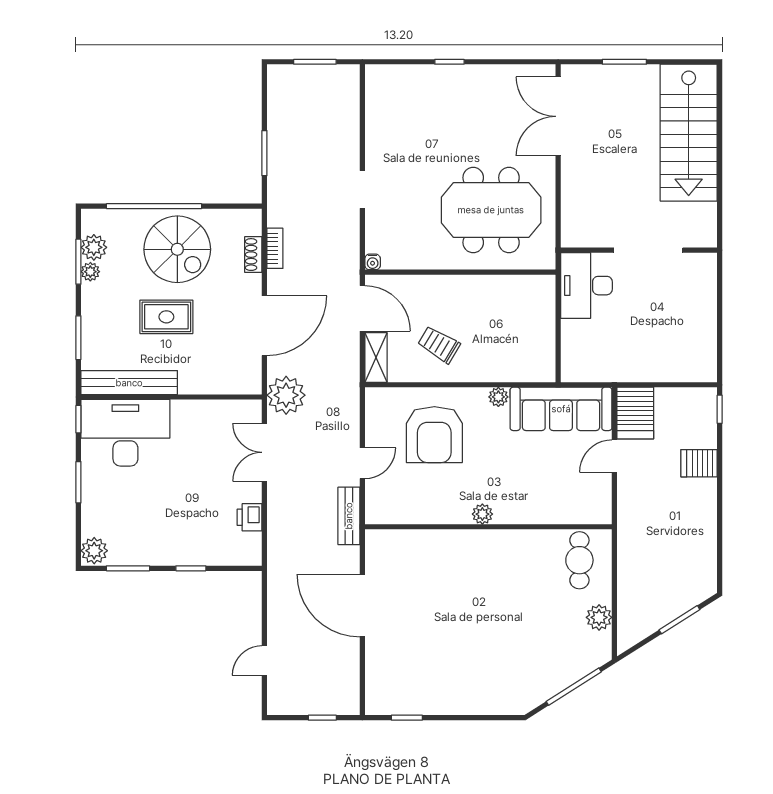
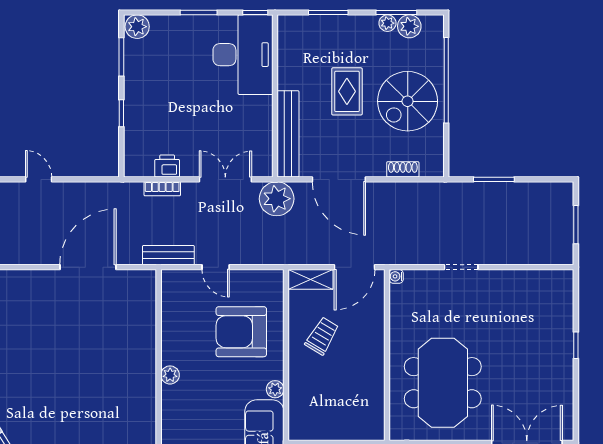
bookcase: (275, 248) -> (162, 189), moved
bench: (129, 383) -> (288, 134), moved

